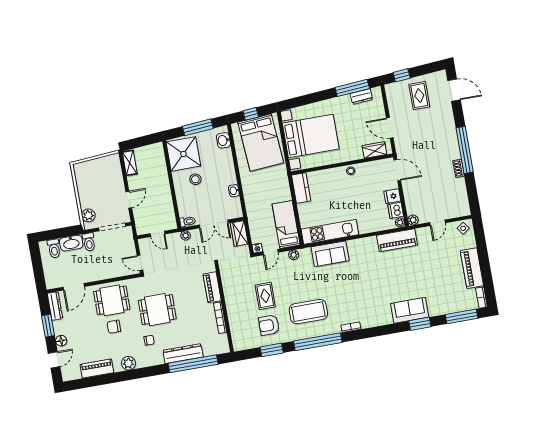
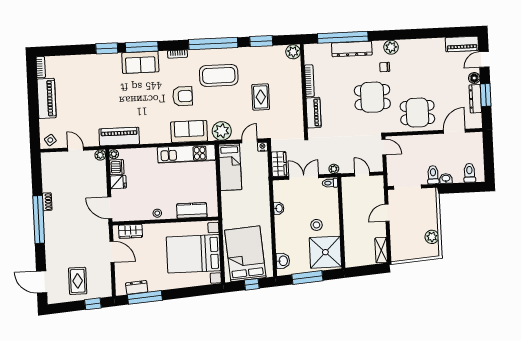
kitchen counter: (301, 188) -> (192, 210), moved, turned 90
plant: (88, 215) -> (432, 237), moved
door: (438, 223) -> (76, 149), hinge flipped
washbasin: (71, 243) -> (446, 179), width x0.52, depth x0.69
plant: (294, 255) -> (222, 131), width x1.88, depth x1.88
dresser: (55, 306) -> (475, 99), moved
sofa: (410, 310) -> (140, 62), moved
window: (462, 316) -> (142, 47), moved
armchair: (269, 325) -> (183, 96), moved
chair: (114, 327) -> (419, 85), removed
plant: (239, 344) -> (293, 52), added
plant: (128, 363) -> (391, 47), moved
piano: (97, 369) -> (462, 44), moved

